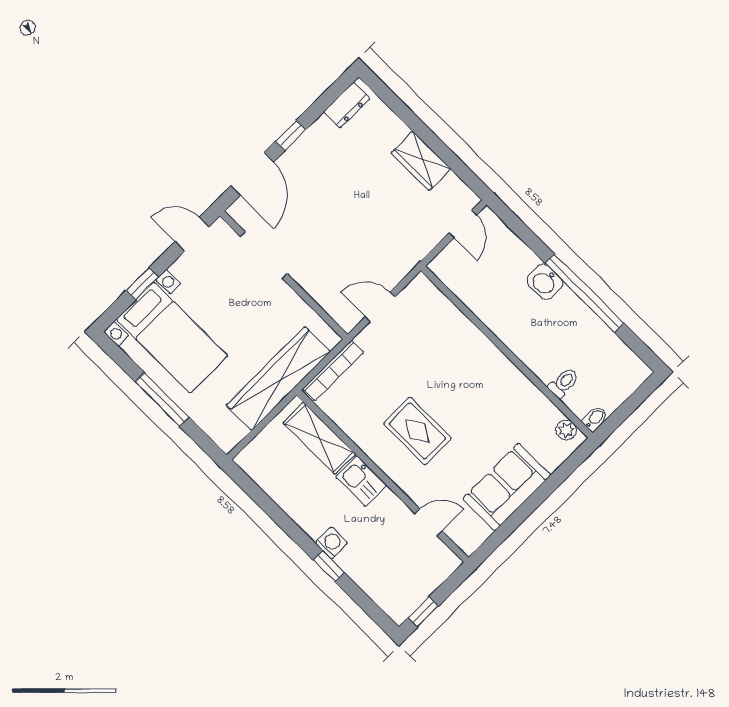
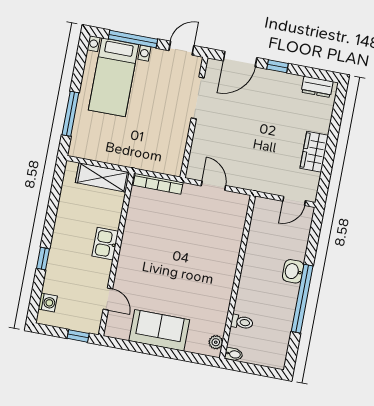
door: (192, 234) -> (181, 48), hinge flipped
window: (142, 284) -> (133, 39), width x2.17
wardrobe: (278, 378) -> (132, 155), removed
window: (162, 399) -> (70, 114), moved
rug: (417, 431) -> (156, 256), removed
shelving: (319, 438) -> (102, 177), moved, turned 90
washing machine: (331, 543) -> (48, 302), moved
window: (423, 612) -> (78, 336), moved

